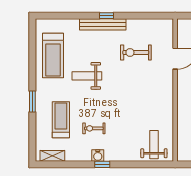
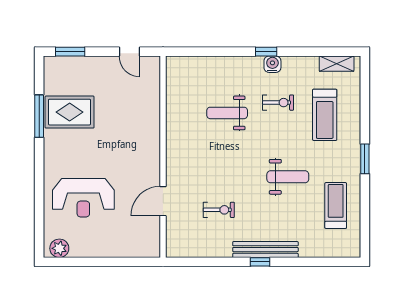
exercise bike: (136, 52) -> (219, 210), width x0.73, depth x0.72
treadmill: (53, 56) -> (336, 206), width x0.73, depth x0.73
window: (32, 101) -> (365, 159), moved
weight bench: (154, 145) -> (227, 113), moved, turned 90

